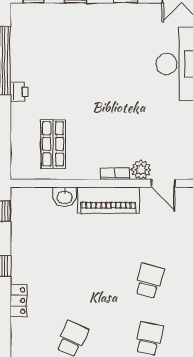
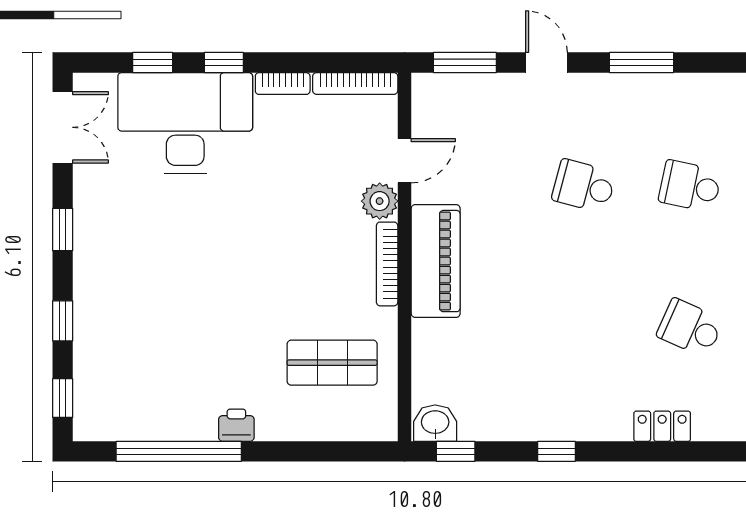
bookcase: (115, 174) -> (387, 264), width x1.56
washbasin: (65, 197) -> (435, 423), moved, turned -90
locker: (19, 301) -> (662, 426), moved

